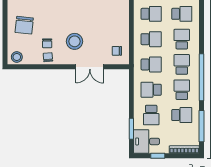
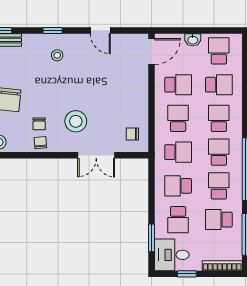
school desk: (151, 39) -> (178, 118), turned -90
school desk: (182, 115) -> (219, 220), turned 180

